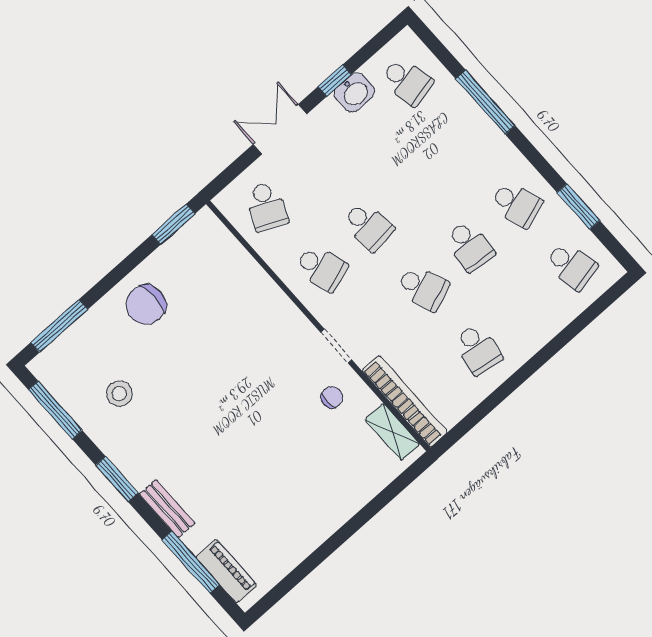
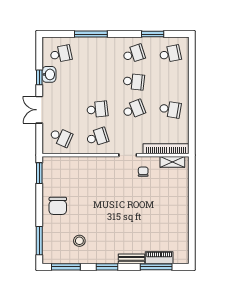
piano: (226, 571) -> (159, 258), moved

